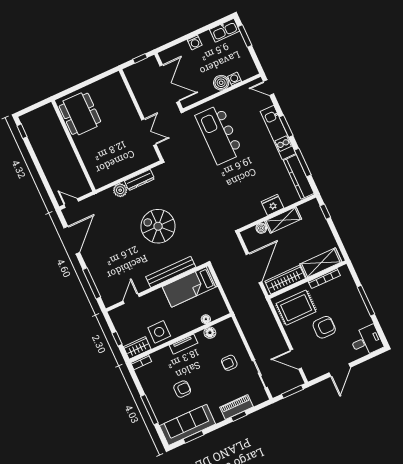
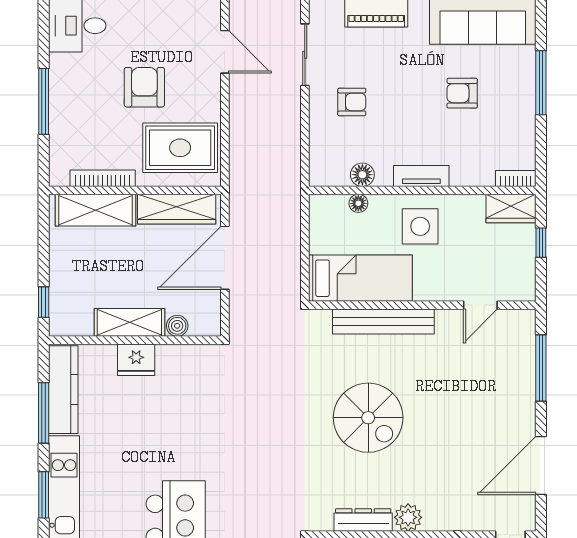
armchair: (324, 327) -> (144, 87), turned 90
side table: (159, 332) -> (420, 226), moved

